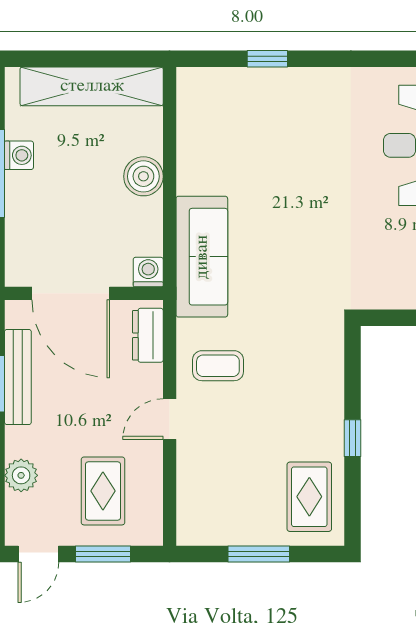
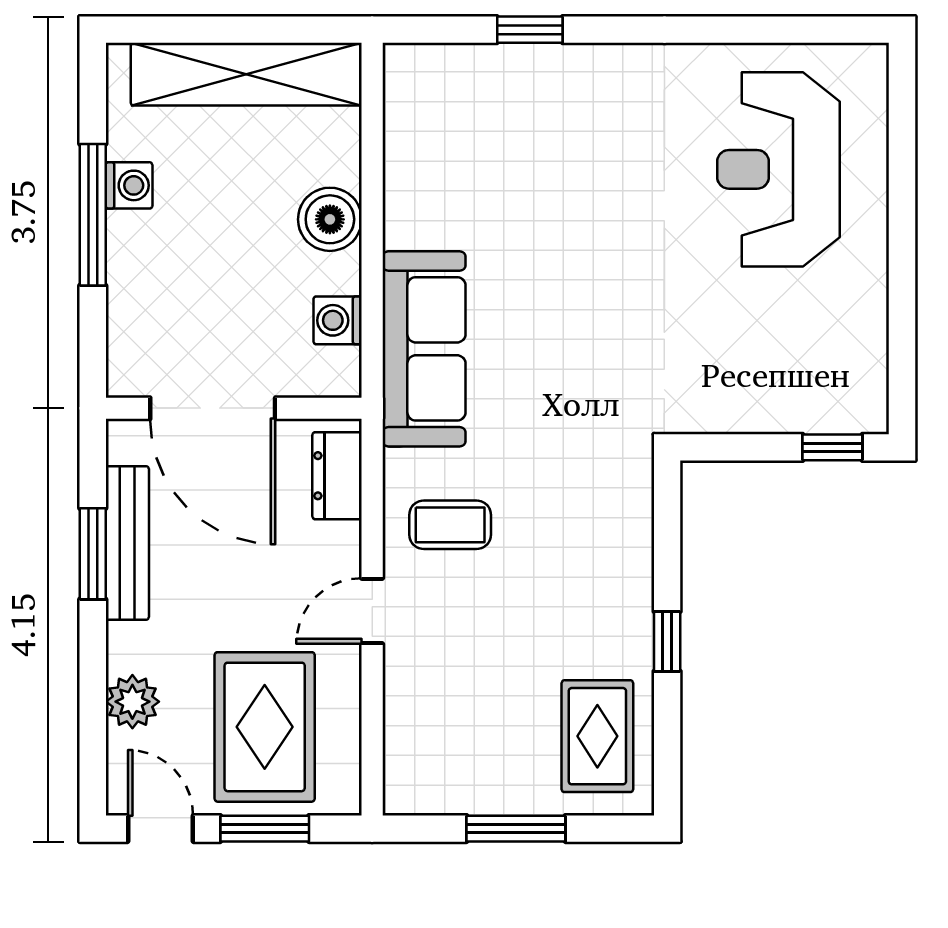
washing machine: (148, 272) -> (338, 320), moved, turned -90
rug: (103, 491) -> (265, 727), width x1.36, depth x1.43
door: (38, 554) -> (161, 829), swing flipped

